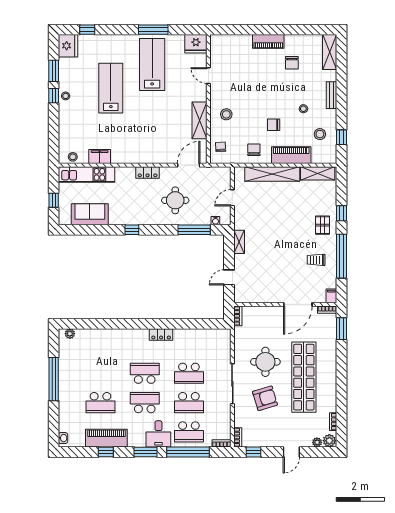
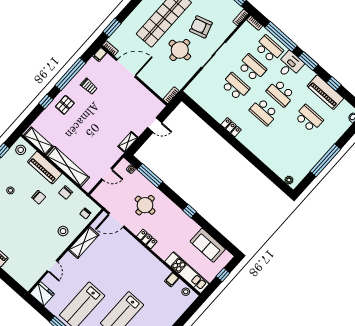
stool: (320, 134) -> (21, 150), moved
filing cabinet: (100, 157) -> (172, 280), width x0.50

